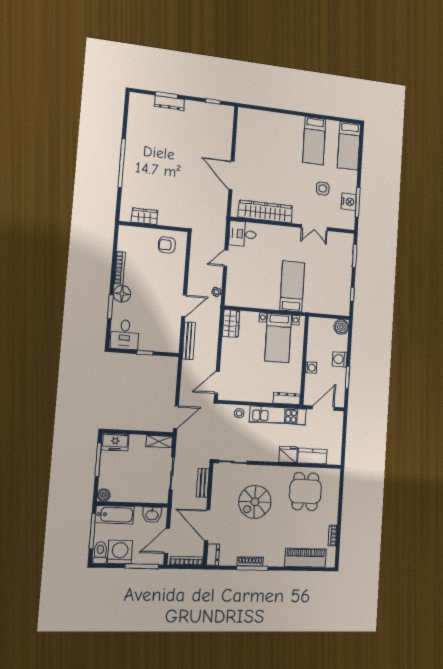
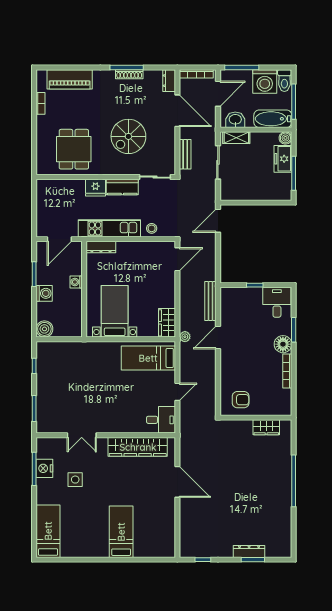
bed: (314, 141) -> (121, 532), moved
double door: (315, 228) -> (82, 435), swing flipped
bed: (292, 286) -> (148, 358), moved, turned 90
plant: (216, 292) -> (185, 337), moved
shelving: (159, 441) -> (236, 138), moved
freezer: (115, 442) -> (283, 159), moved, turned -90
kitchen counter: (312, 456) -> (122, 187), moved
spiral stairs: (255, 502) -> (128, 136), turned 180

